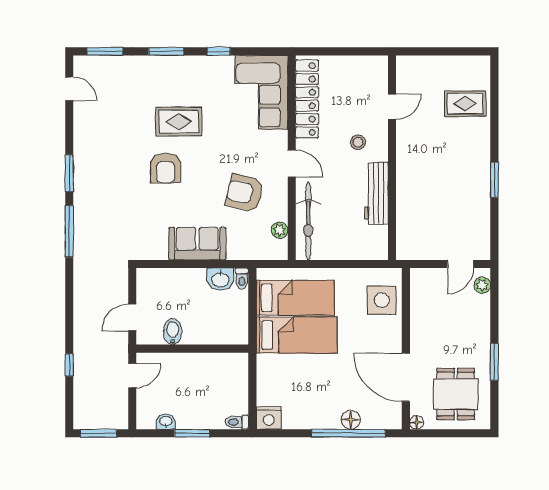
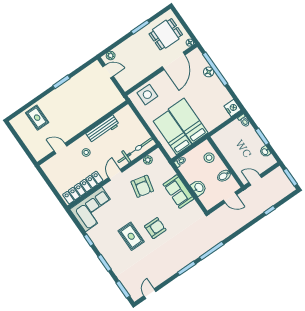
washbasin: (220, 279) -> (199, 188), moved
stool: (217, 328) -> (209, 158), added

